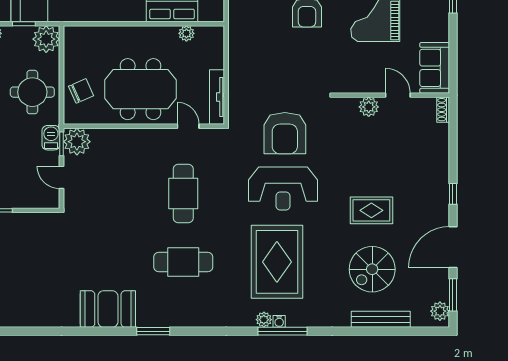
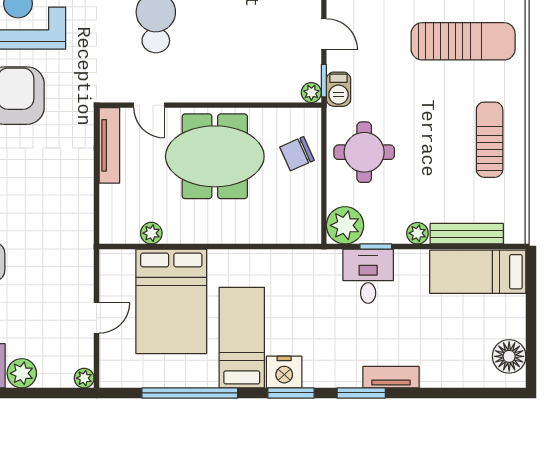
plant: (77, 142) -> (311, 93), width x0.53, depth x0.53

